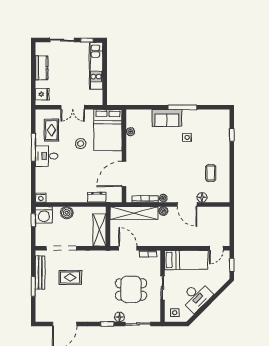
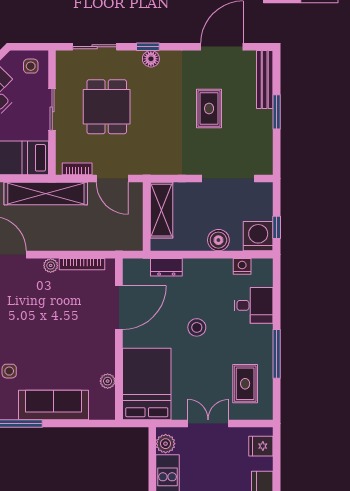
plant: (97, 96) -> (166, 444), added
sofa: (167, 118) -> (54, 405), width x1.36
stool: (81, 144) -> (197, 327), moved
desk: (47, 156) -> (253, 305), moved
nightstand: (41, 198) -> (242, 266), moved
boiler: (163, 211) -> (50, 243), removed
shelving: (134, 213) -> (46, 194), moved
bench: (40, 273) -> (265, 80), moved
rug: (70, 277) -> (209, 109), moved, turned 90
dining table: (131, 289) -> (107, 107), turned 90
floor lamp: (120, 317) -> (151, 59), moved

